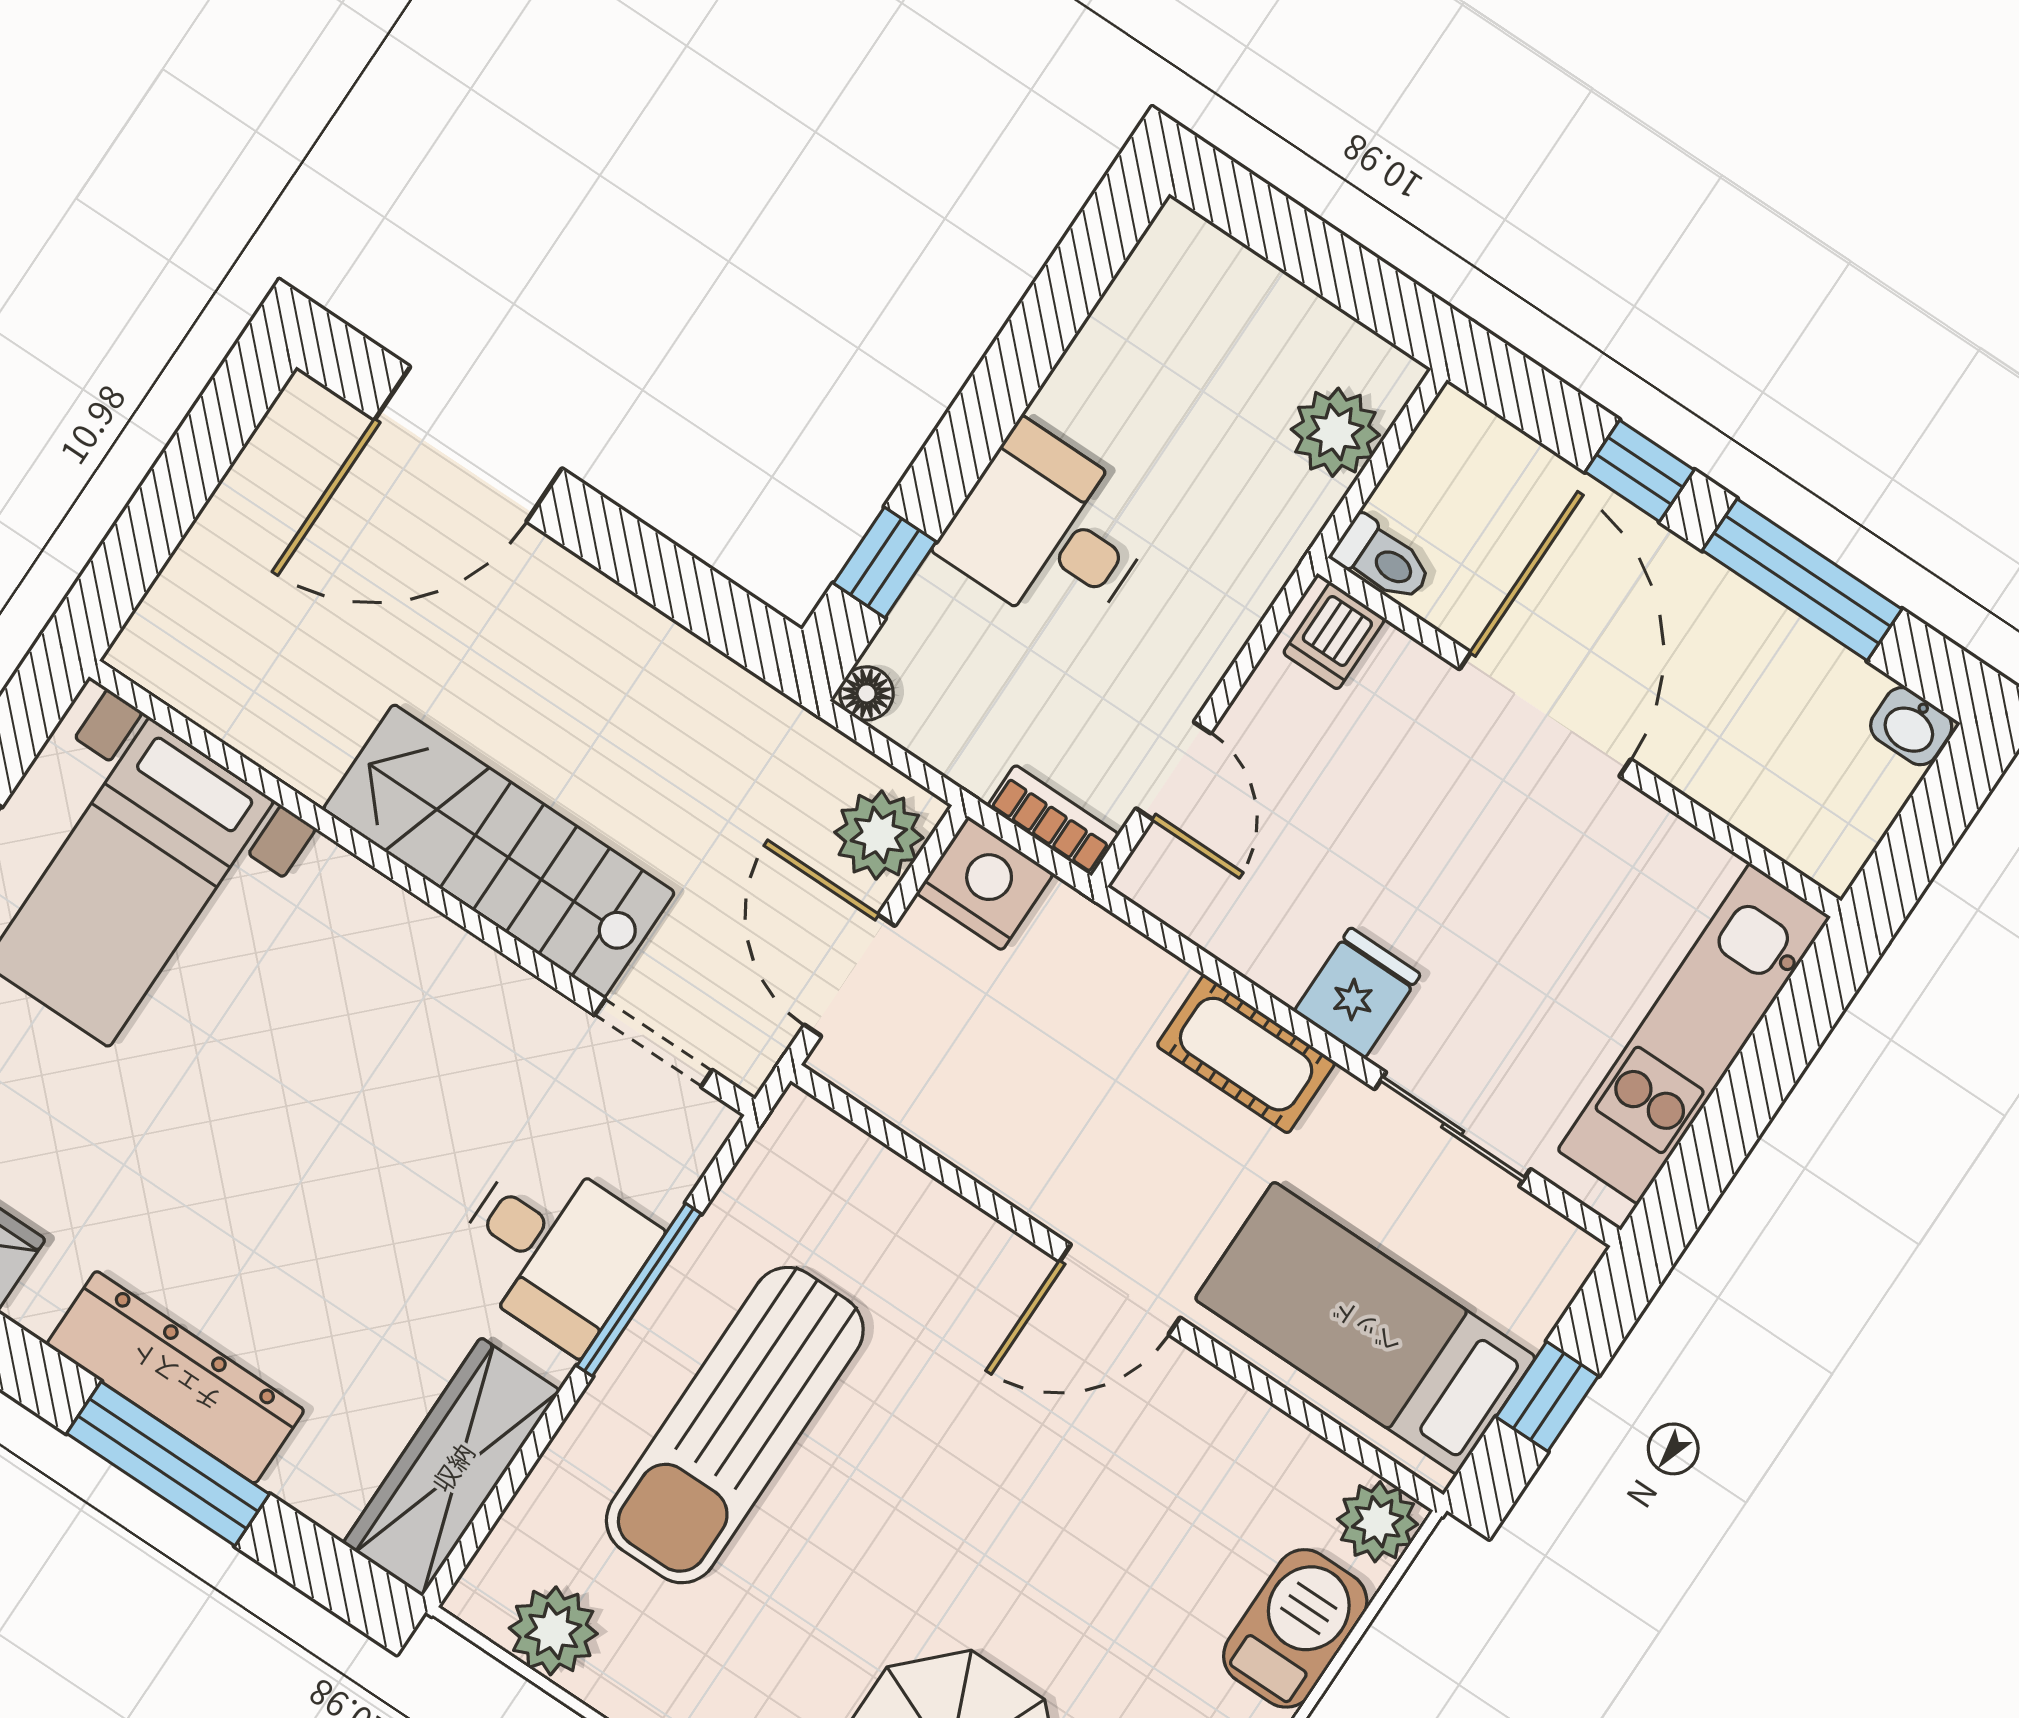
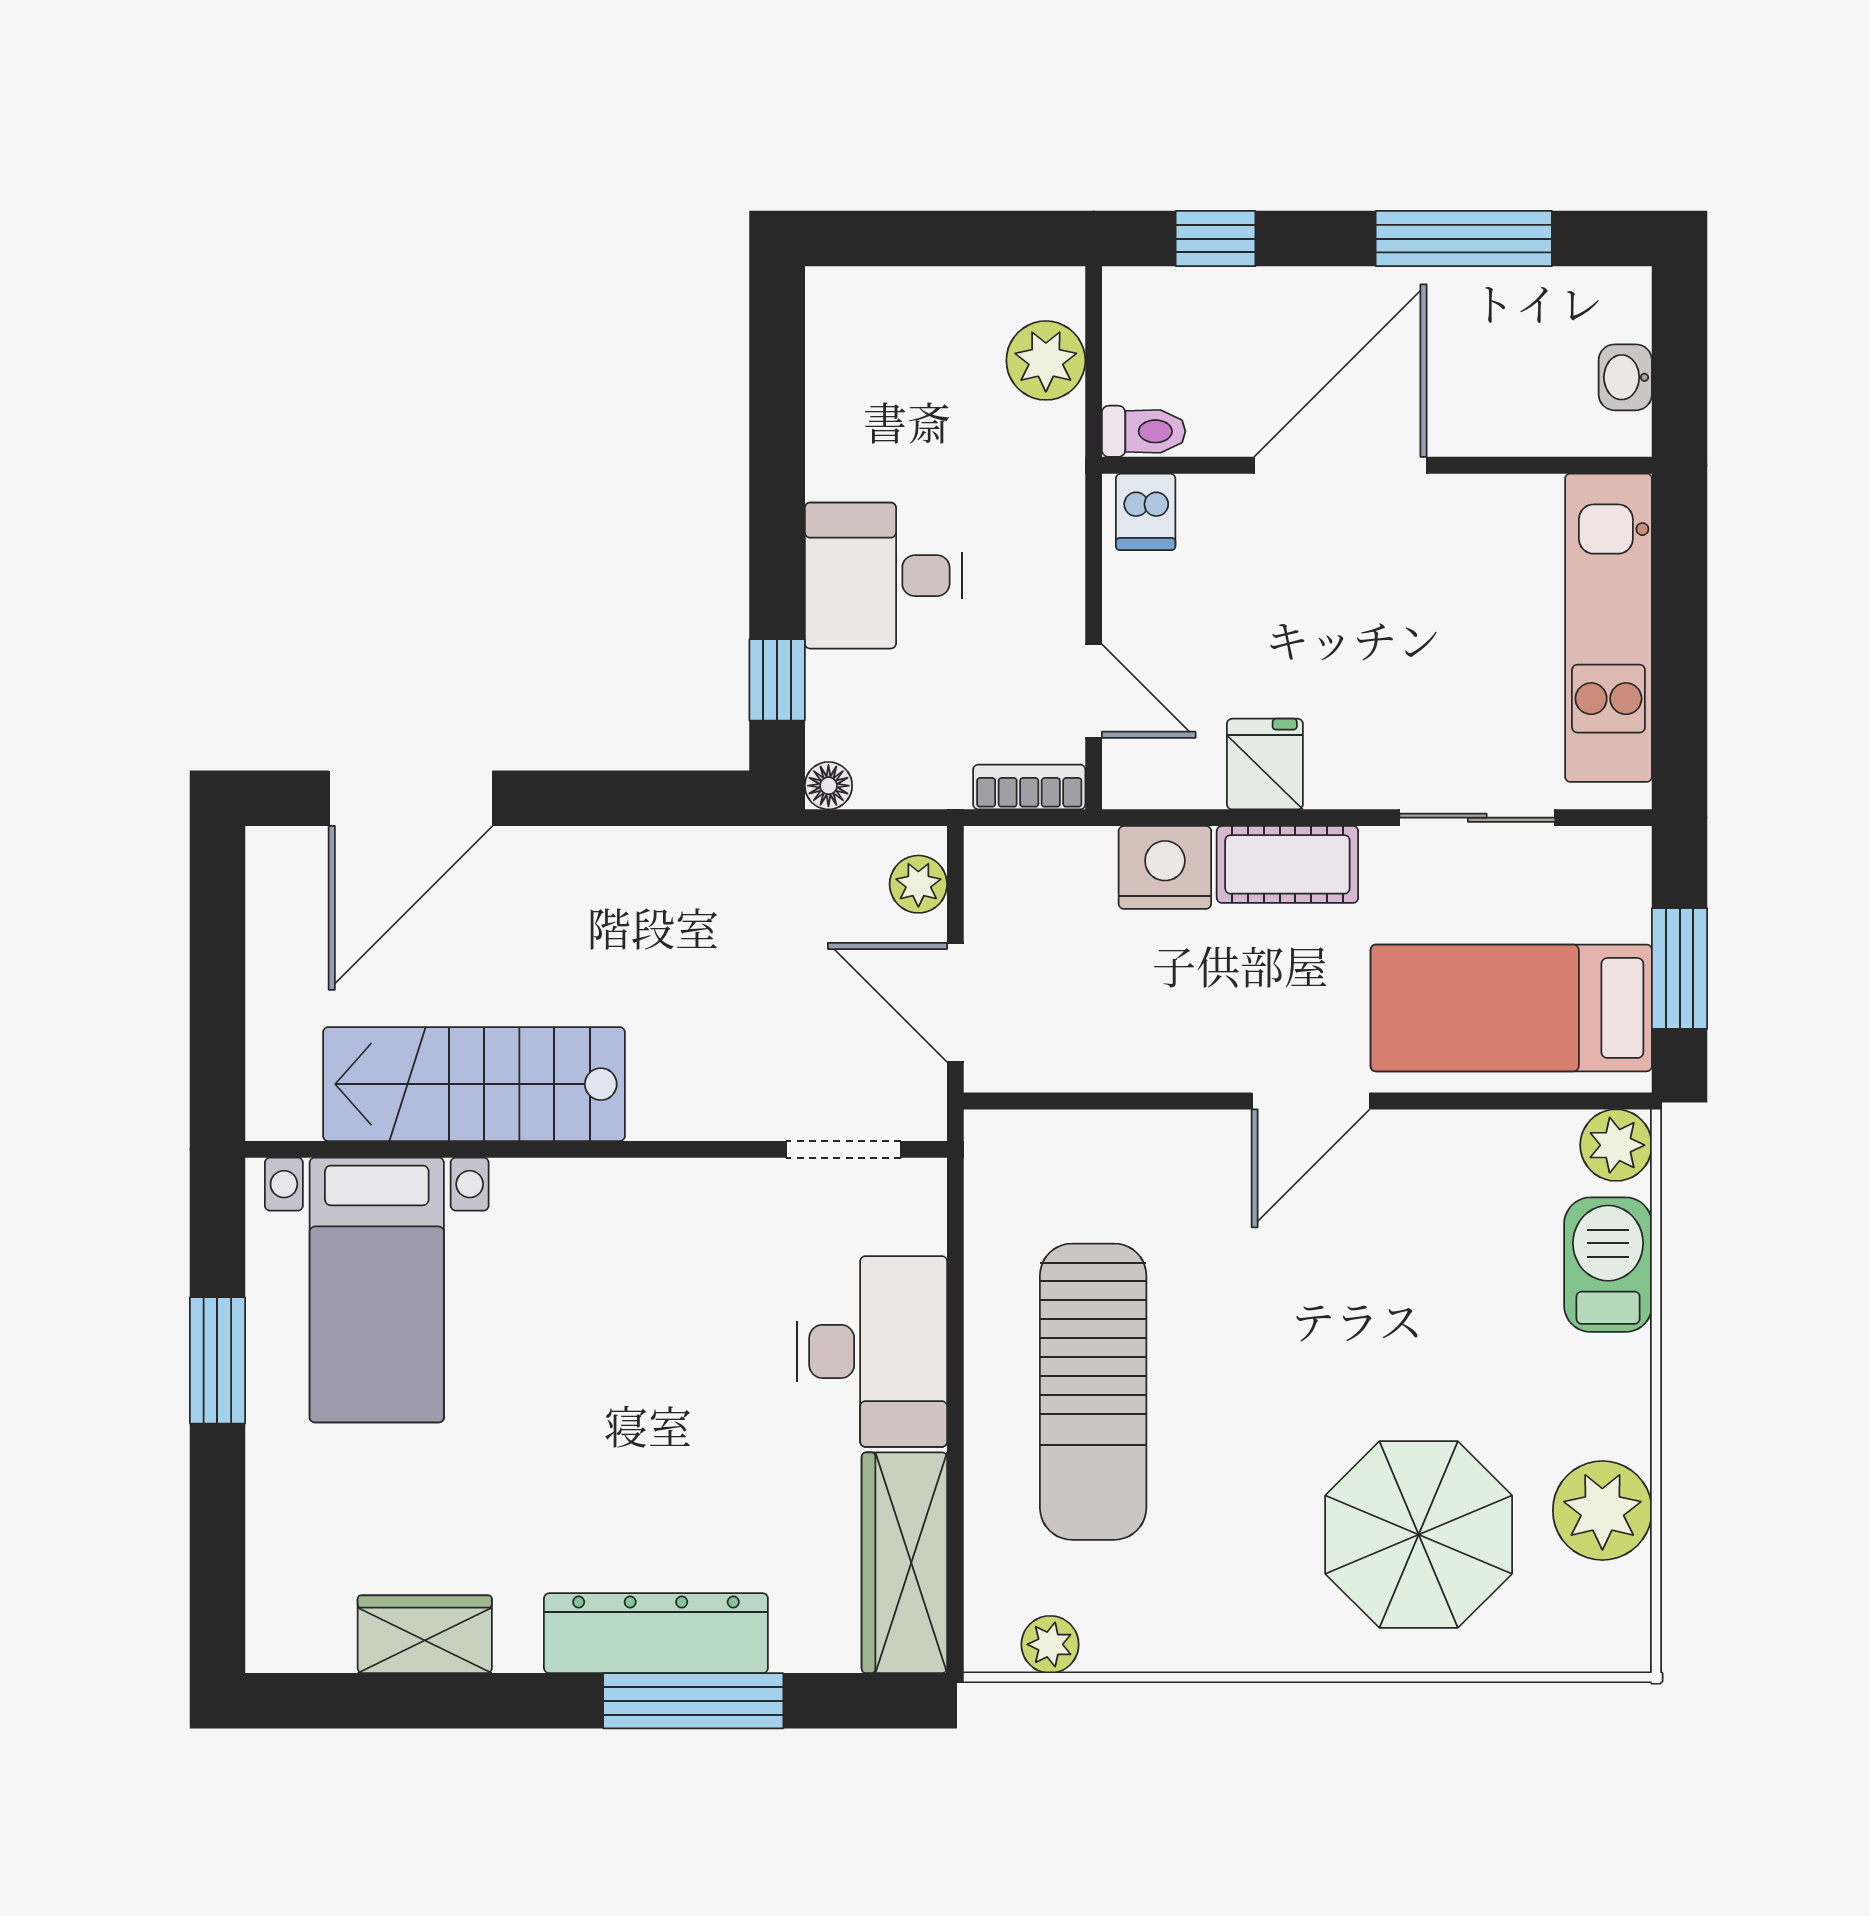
window: (1640, 471) -> (1216, 239), moved
door: (1545, 714) -> (1340, 465), hinge flipped
washbasin: (1911, 726) -> (1625, 377), moved, turned 90
plant: (879, 835) -> (918, 884), width x0.73, depth x0.73
stairs: (499, 851) -> (474, 1084), moved
nightstand: (985, 883) -> (1165, 867), moved
fridge: (1357, 993) -> (1265, 764), moved
desk: (554, 1249) -> (872, 1351), width x1.37
window: (639, 1290) -> (955, 1339), removed
window: (1547, 1396) -> (1680, 968), width x1.50
plant: (553, 1631) -> (1050, 1644), width x0.73, depth x0.73

